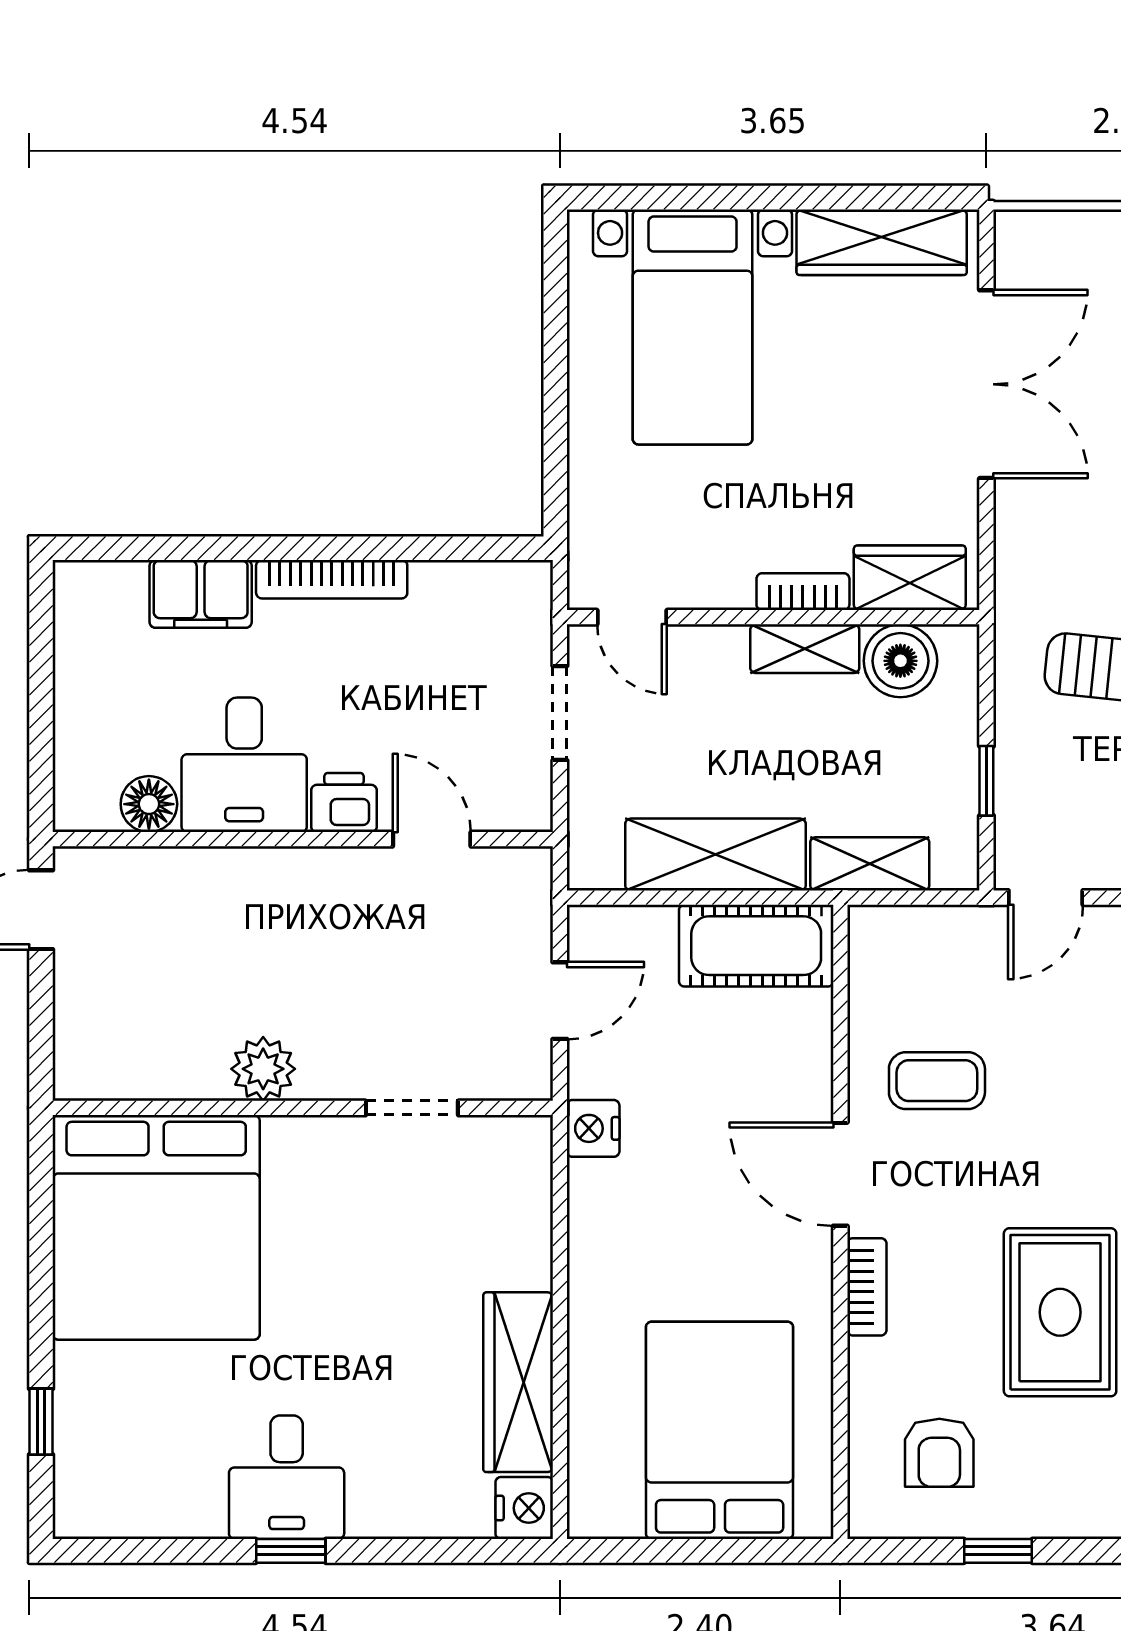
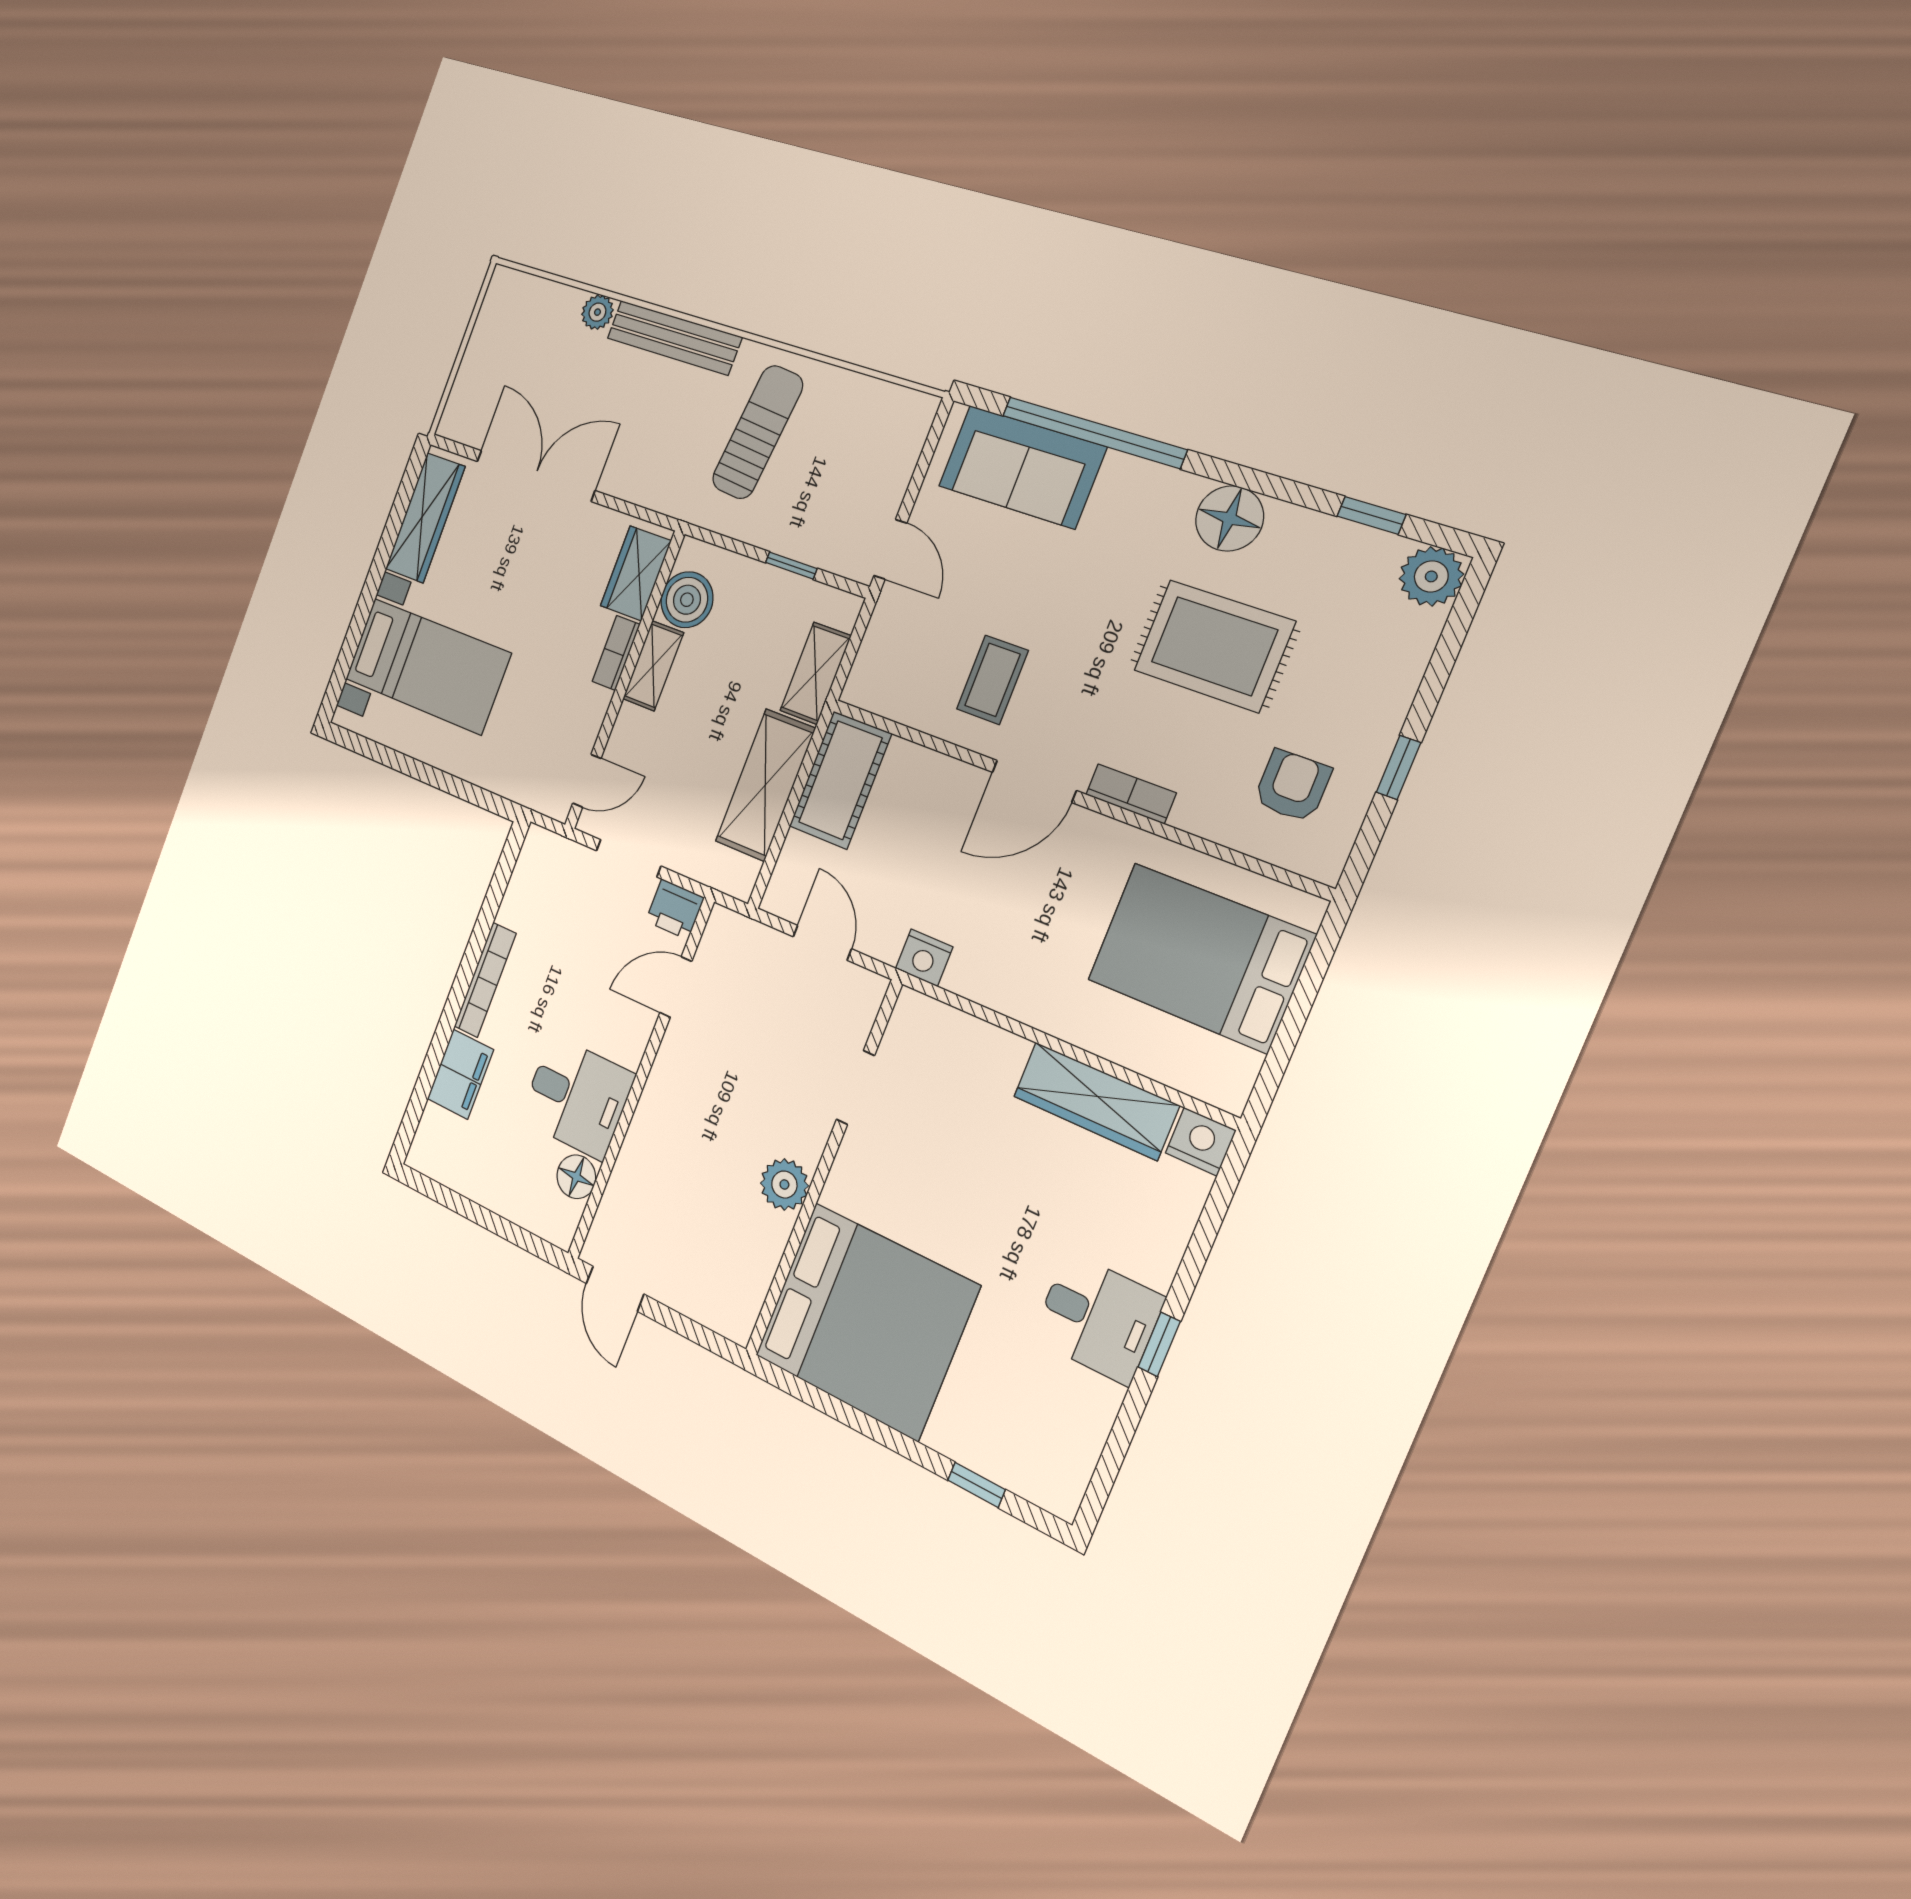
printer: (344, 803) -> (675, 909), moved, turned -90
armchair: (939, 1453) -> (1292, 786), turned -90

